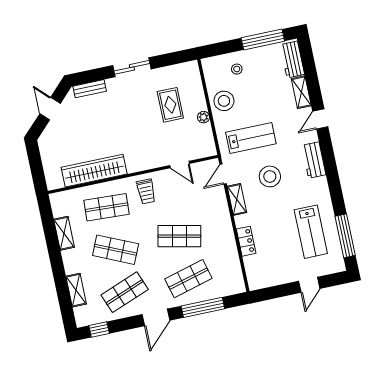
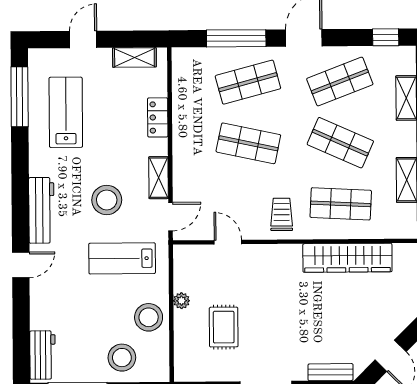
stool: (237, 69) -> (122, 358), width x1.89, depth x1.89
shelving: (301, 92) -> (134, 57), moved, turned 90
workbench: (314, 160) -> (41, 210), width x1.38

